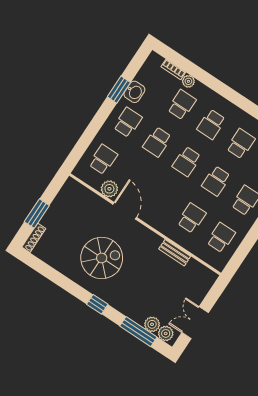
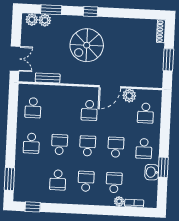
school desk: (182, 105) -> (114, 183), turned 180
door: (125, 211) -> (110, 87), hinge flipped
window: (37, 214) -> (168, 60), moved
school desk: (192, 218) -> (89, 110), moved
bench: (175, 253) -> (48, 78), moved
spiral stairs: (102, 258) -> (87, 45), moved
double door: (195, 323) -> (15, 59), moved
window: (138, 332) -> (51, 10), width x0.69

